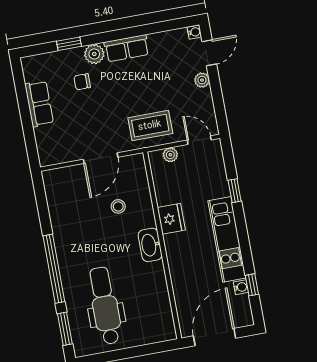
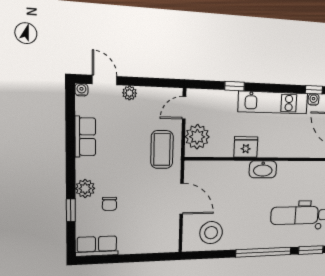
row of seats: (127, 48) -> (85, 137), moved
row of seats: (39, 104) -> (97, 246), moved
plant: (170, 155) -> (197, 137), width x1.87, depth x1.87
stool: (118, 206) -> (211, 233), moved, width x1.89, depth x1.89

